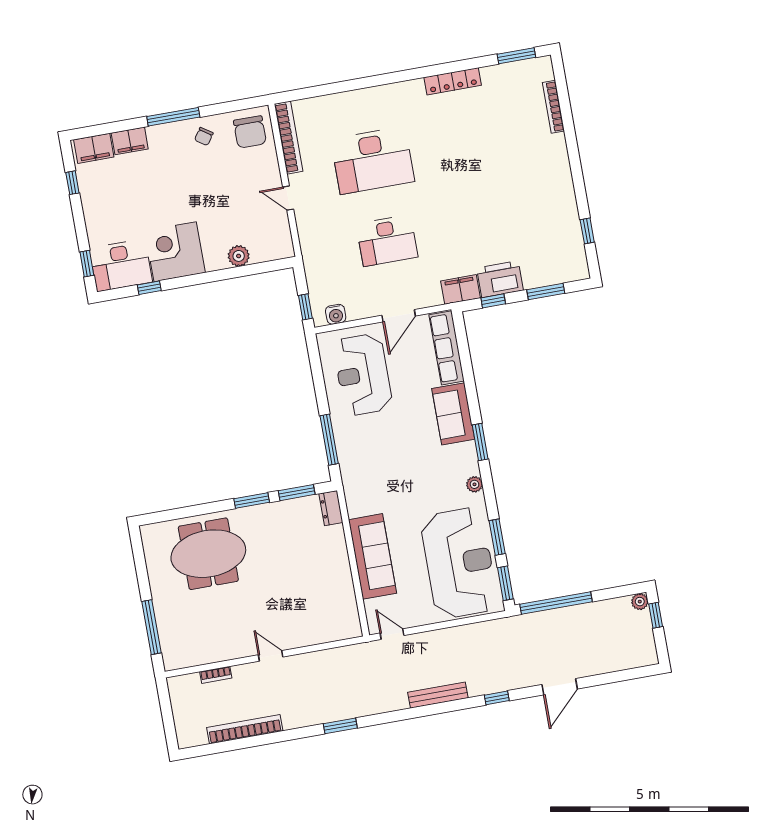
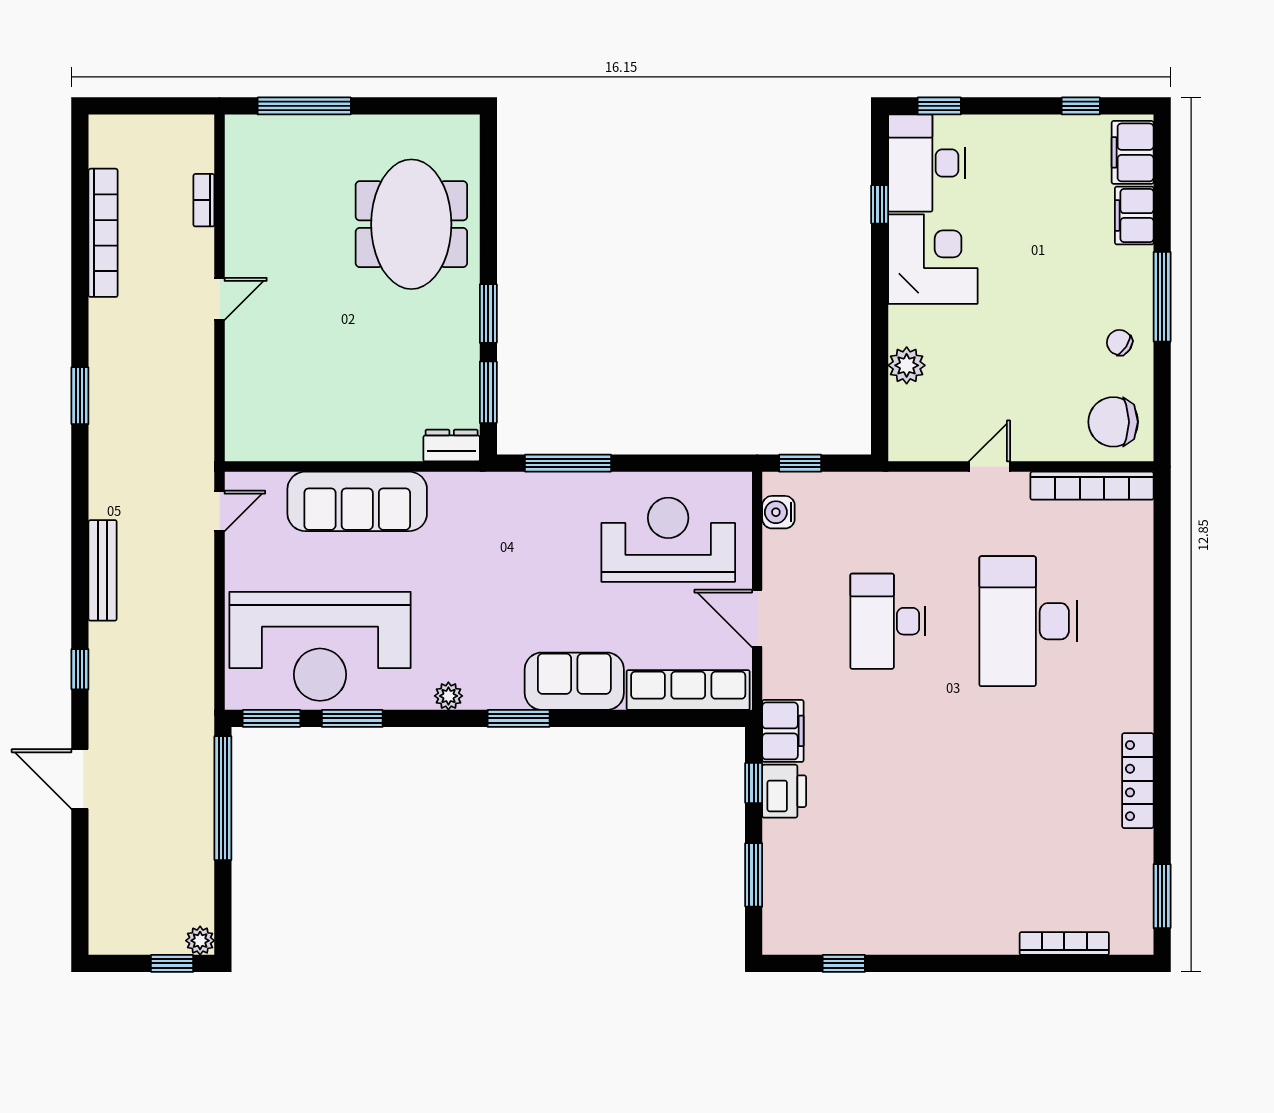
printer: (500, 279) -> (784, 791), width x0.73, depth x0.84

